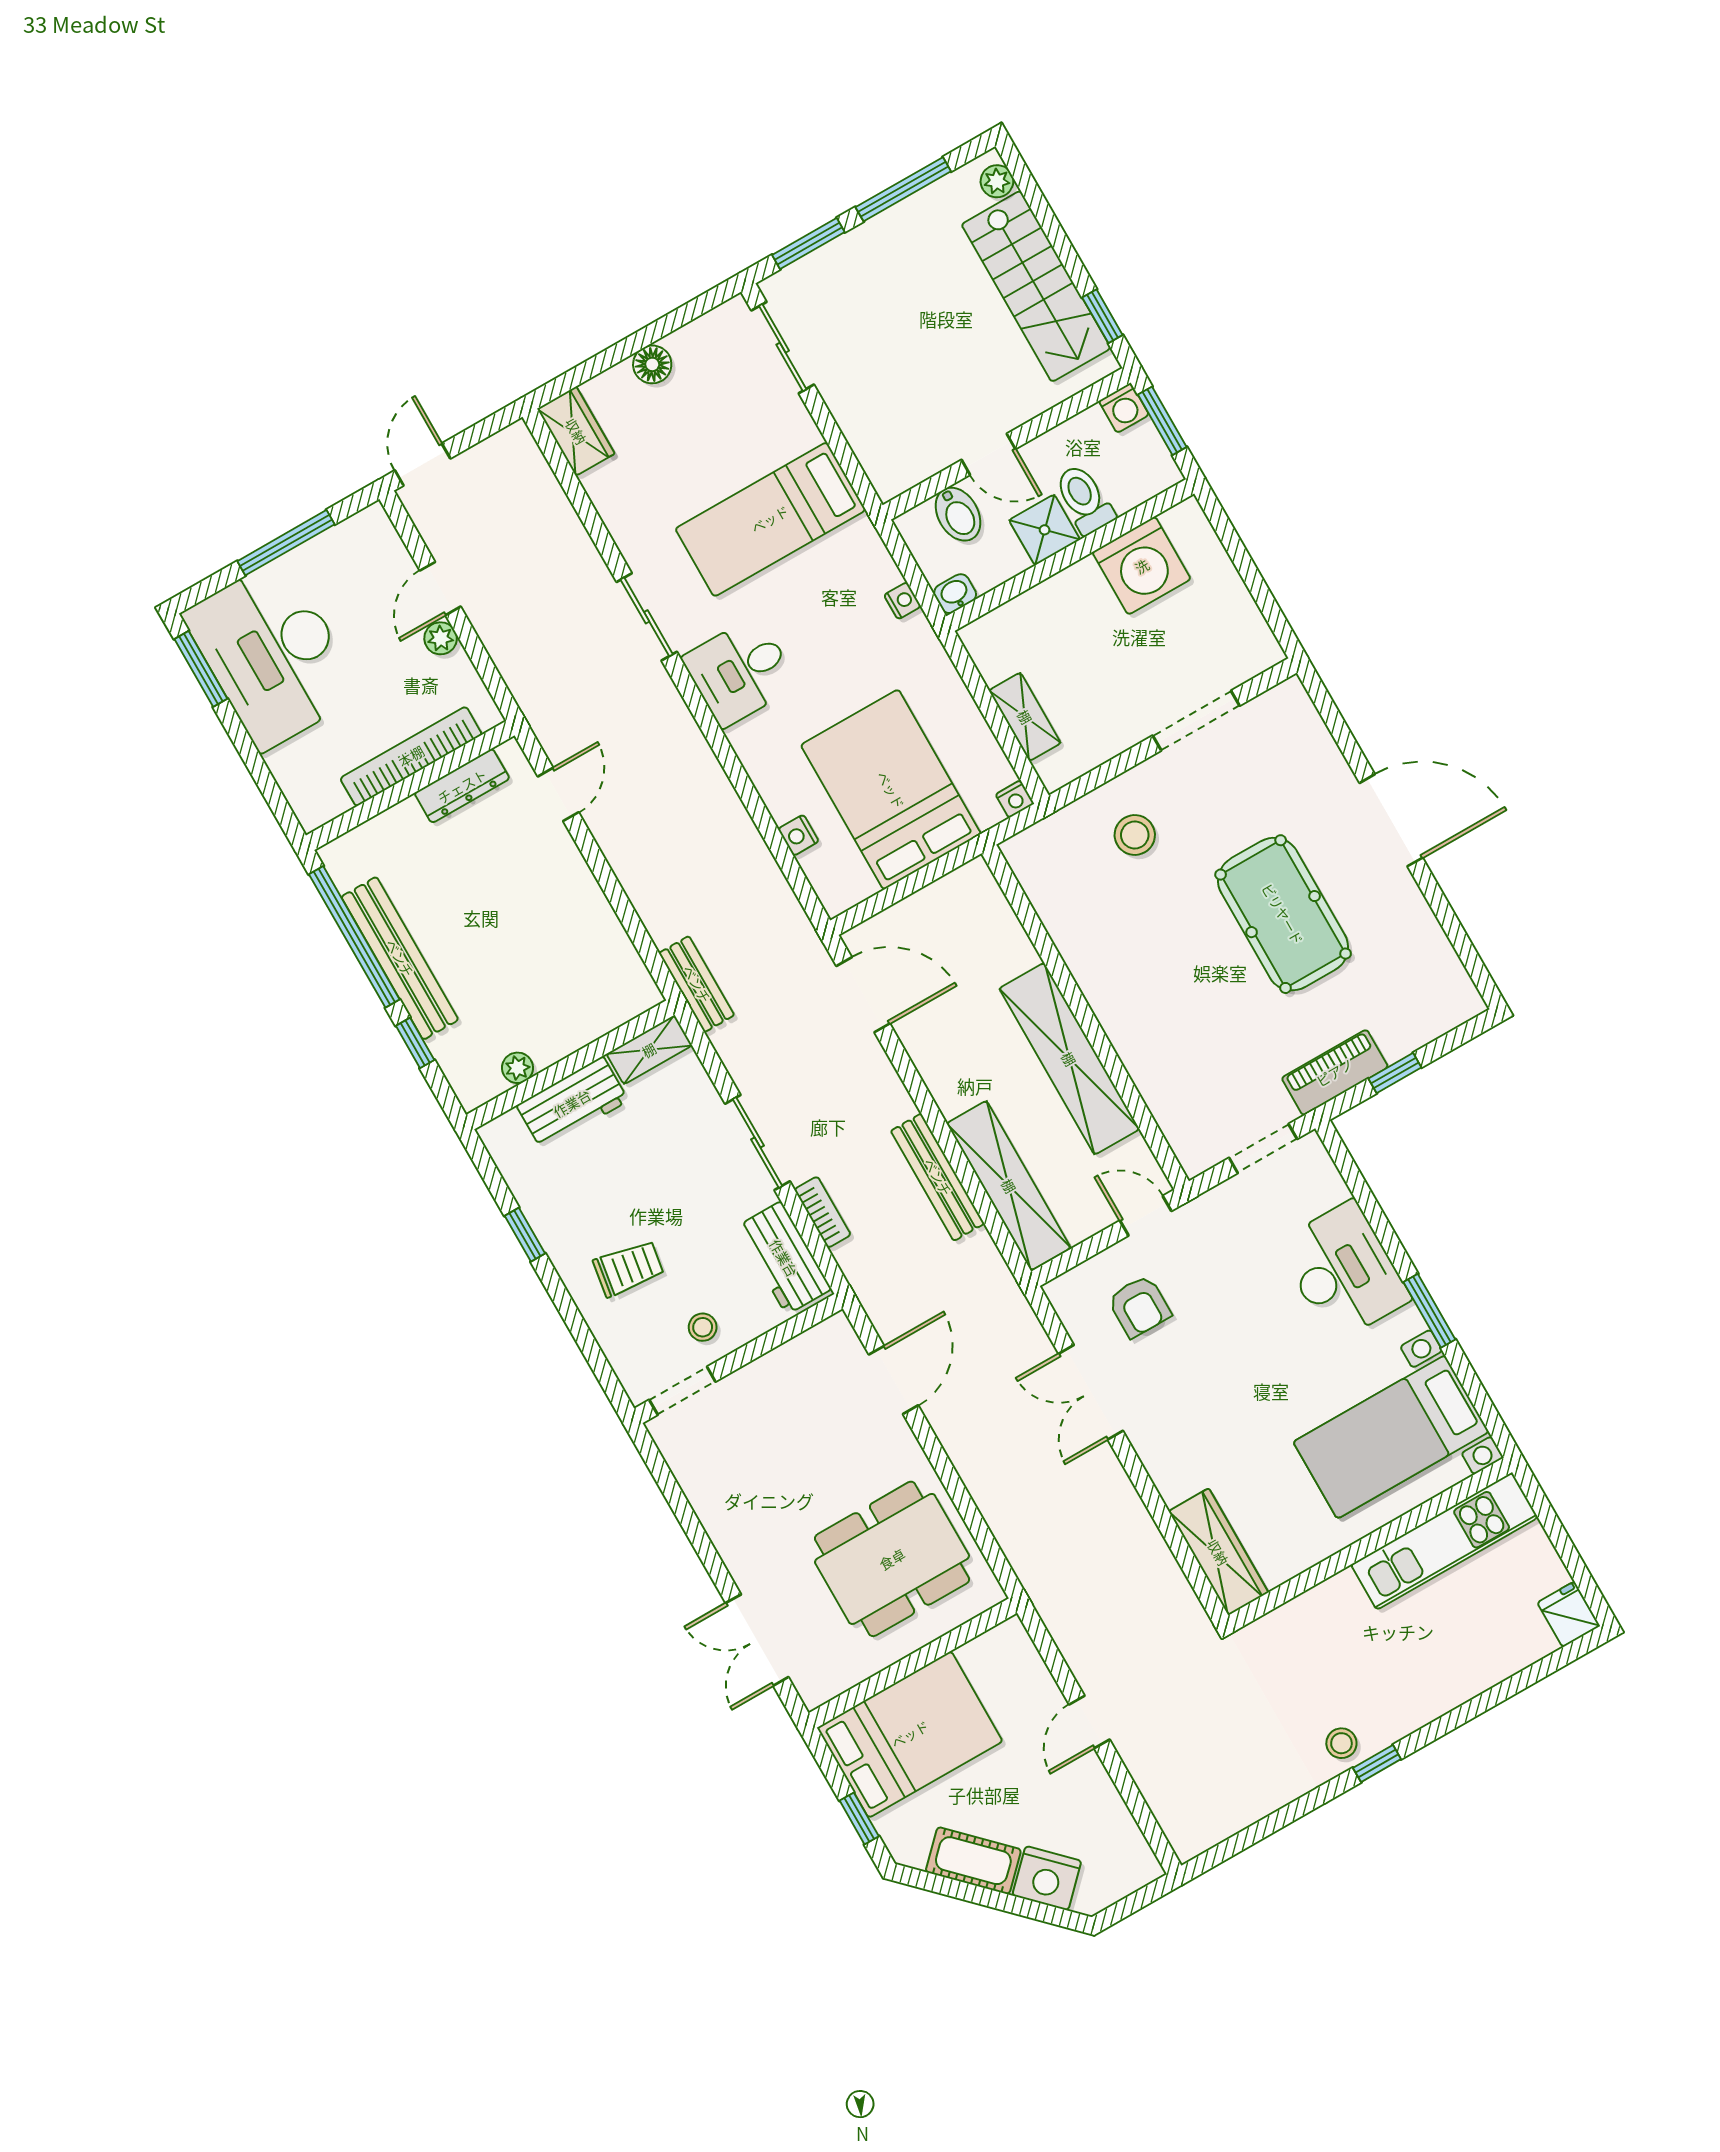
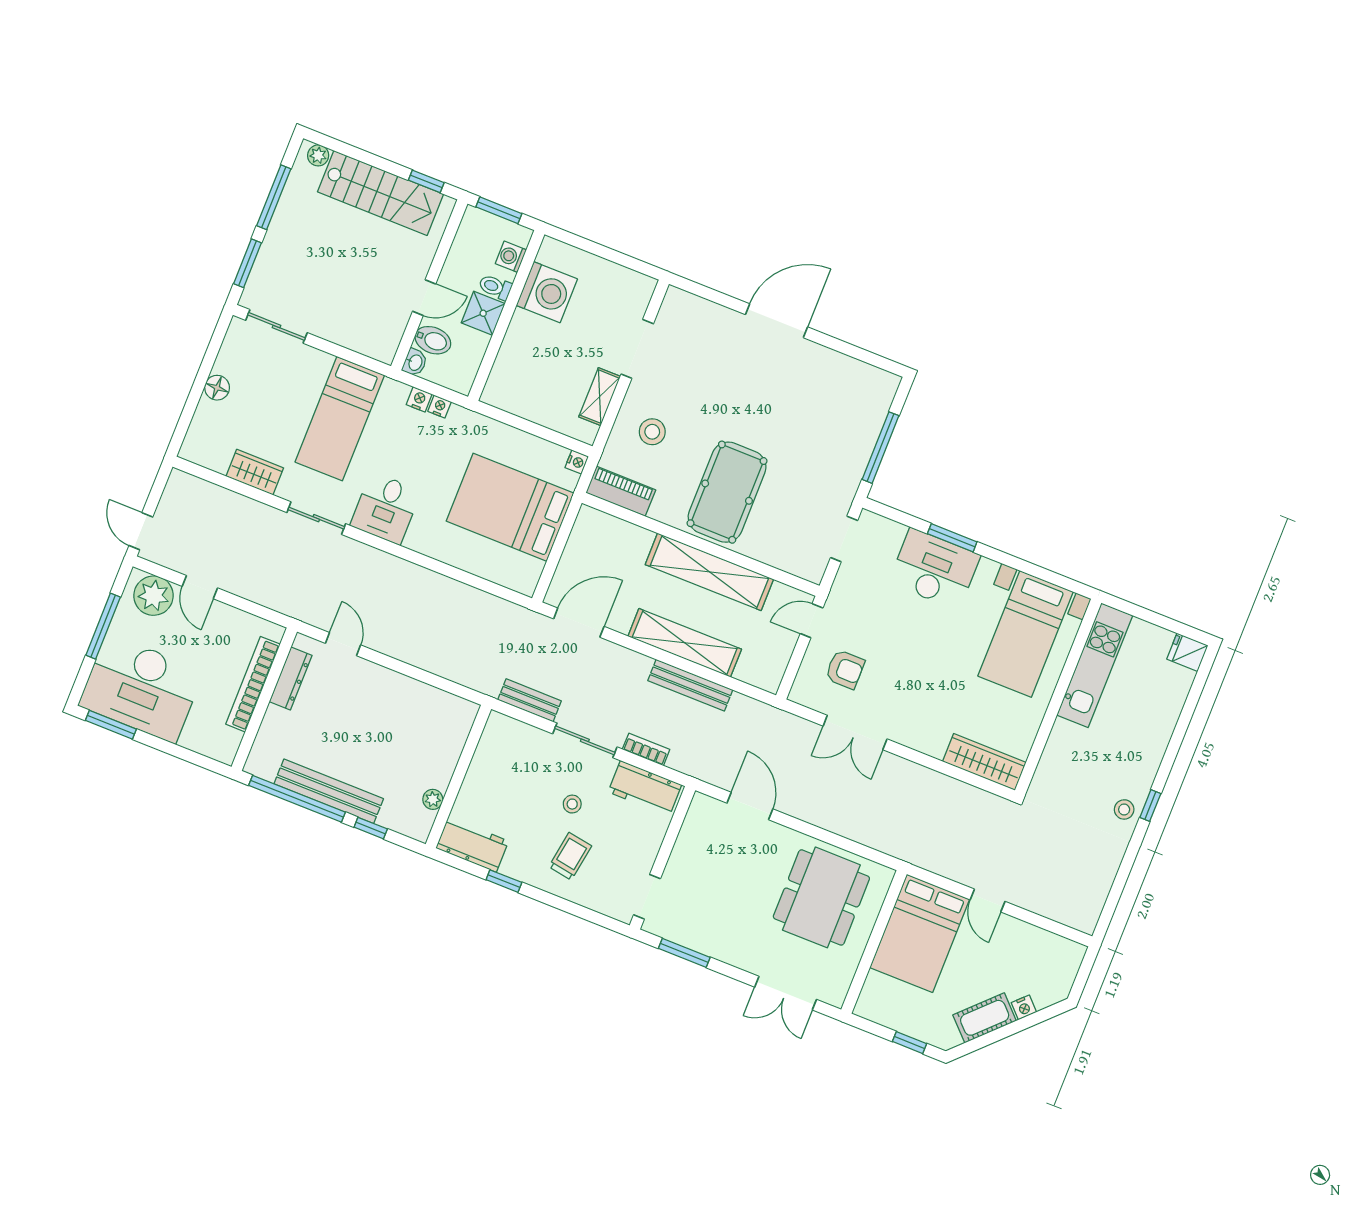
washing machine: (1124, 408) -> (511, 257), moved, turned 180
wardrobe: (576, 431) -> (255, 472), moved
toilet: (1084, 499) -> (495, 287), width x0.73, depth x0.72
washbasin: (955, 594) -> (415, 362), moved, turned 180
plant: (441, 638) -> (154, 596), moved, width x1.87, depth x1.87
shelving: (1025, 717) -> (600, 397), moved, turned 90
nightstand: (798, 835) -> (419, 399), moved, turned 180
pool table: (1283, 914) -> (727, 492), moved, turned 90
bench: (697, 984) -> (530, 700), moved
shelving: (649, 1050) -> (492, 737), removed
piano: (1335, 1072) -> (621, 491), moved, turned 90
window: (1395, 1073) -> (880, 448), width x2.17
workbench: (572, 1103) -> (472, 845), moved, turned -90
shelving: (1009, 1186) -> (685, 643), moved
window: (1429, 1311) -> (952, 538), moved
stool: (703, 1327) -> (572, 804), moved
window: (673, 1494) -> (684, 953), added
bed: (910, 1734) -> (920, 933), moved, turned 180
nightstand: (1047, 1878) -> (1024, 1007), width x0.53, depth x0.56

